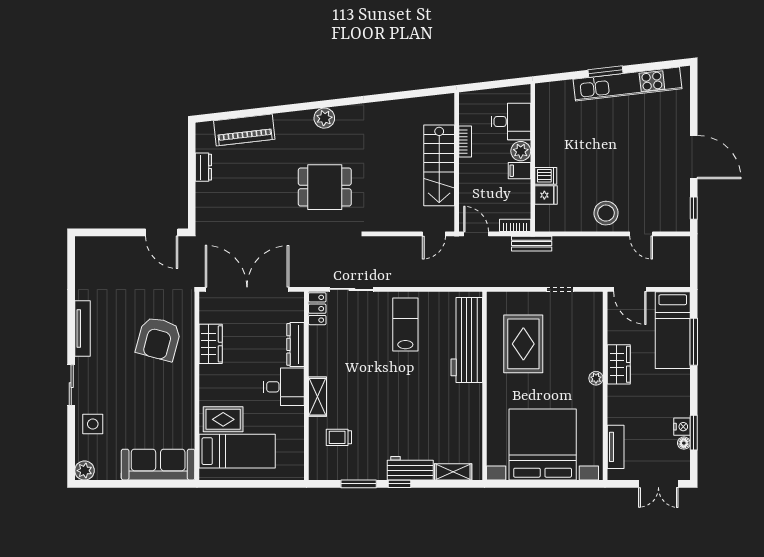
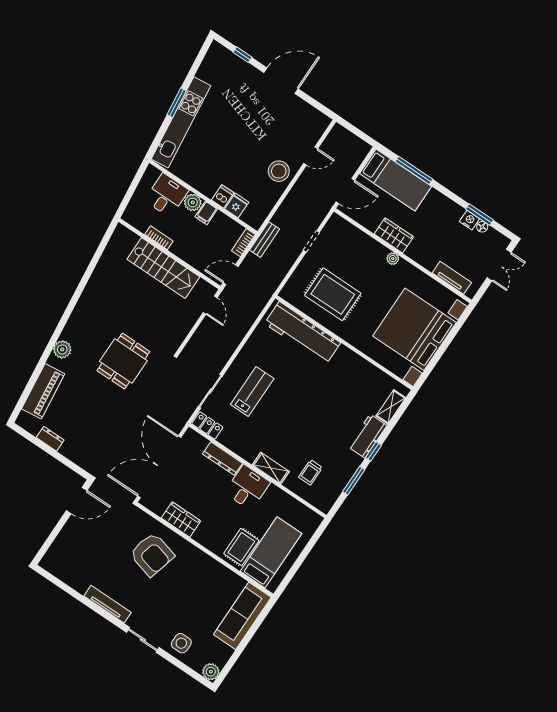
kitchen unit: (627, 84) -> (181, 122), moved
plant: (324, 118) -> (62, 349), moved
window: (694, 208) -> (242, 55), moved
lab bench: (405, 324) -> (252, 391), moved, turned 90

